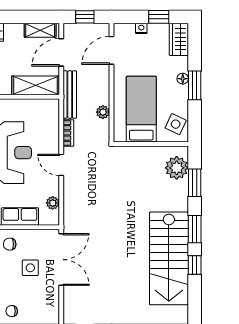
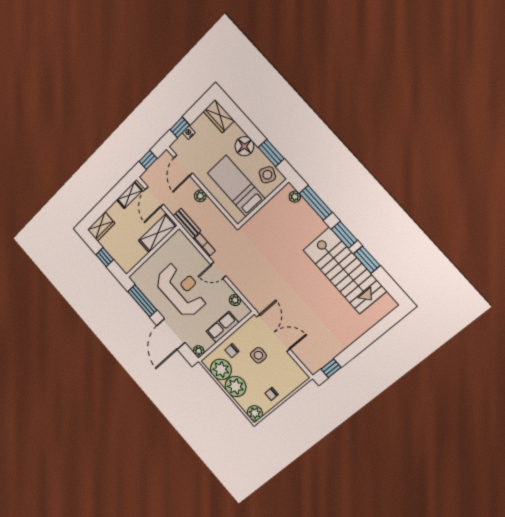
window: (159, 17) -> (180, 127), moved
floor lamp: (183, 79) -> (244, 146), width x1.89, depth x1.89
window: (195, 85) -> (271, 153), moved
bench: (70, 95) -> (187, 223), width x0.73
plant: (103, 112) -> (200, 196), moved
plant: (177, 168) -> (295, 197), width x0.53, depth x0.53
window: (195, 183) -> (316, 203), width x1.44
window: (195, 265) -> (367, 260), width x1.50

